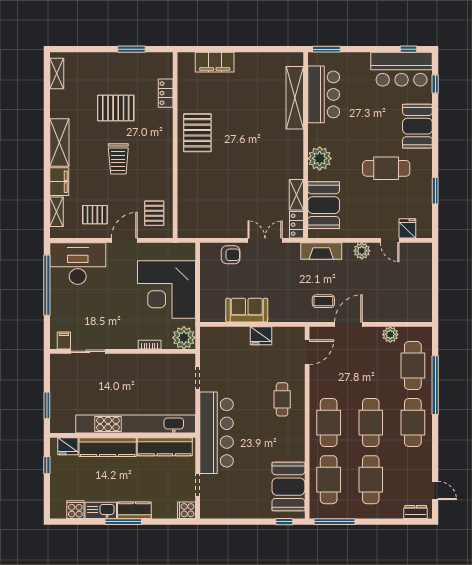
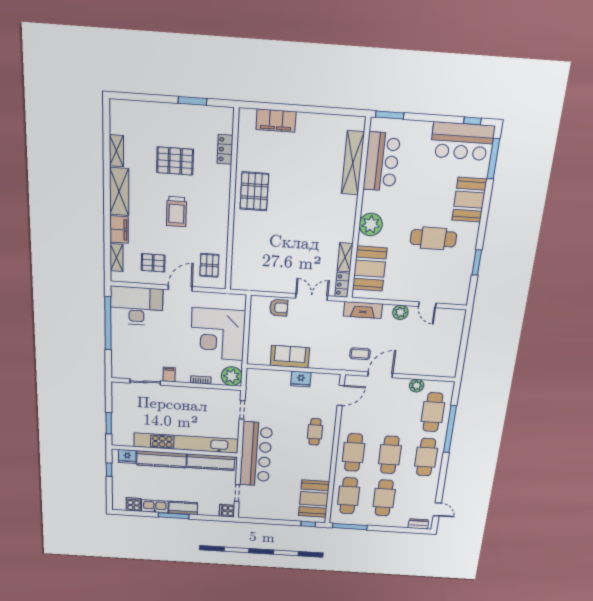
shelving: (57, 73) -> (116, 151), moved
window: (435, 84) -> (493, 159), width x2.17
fridge: (407, 228) -> (445, 295), removed
filing cabinet: (64, 340) -> (169, 374), moved

